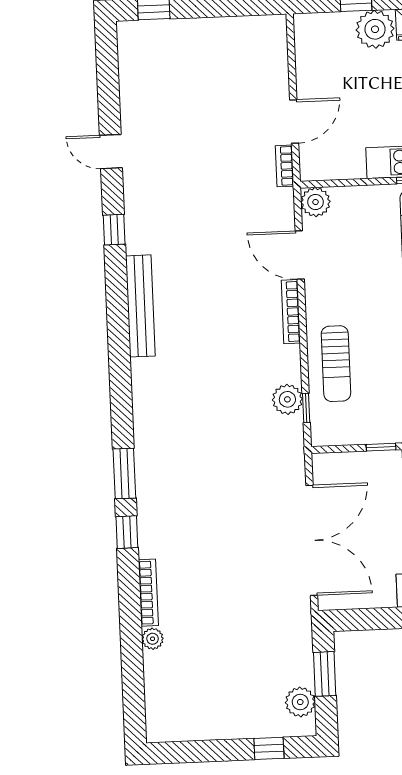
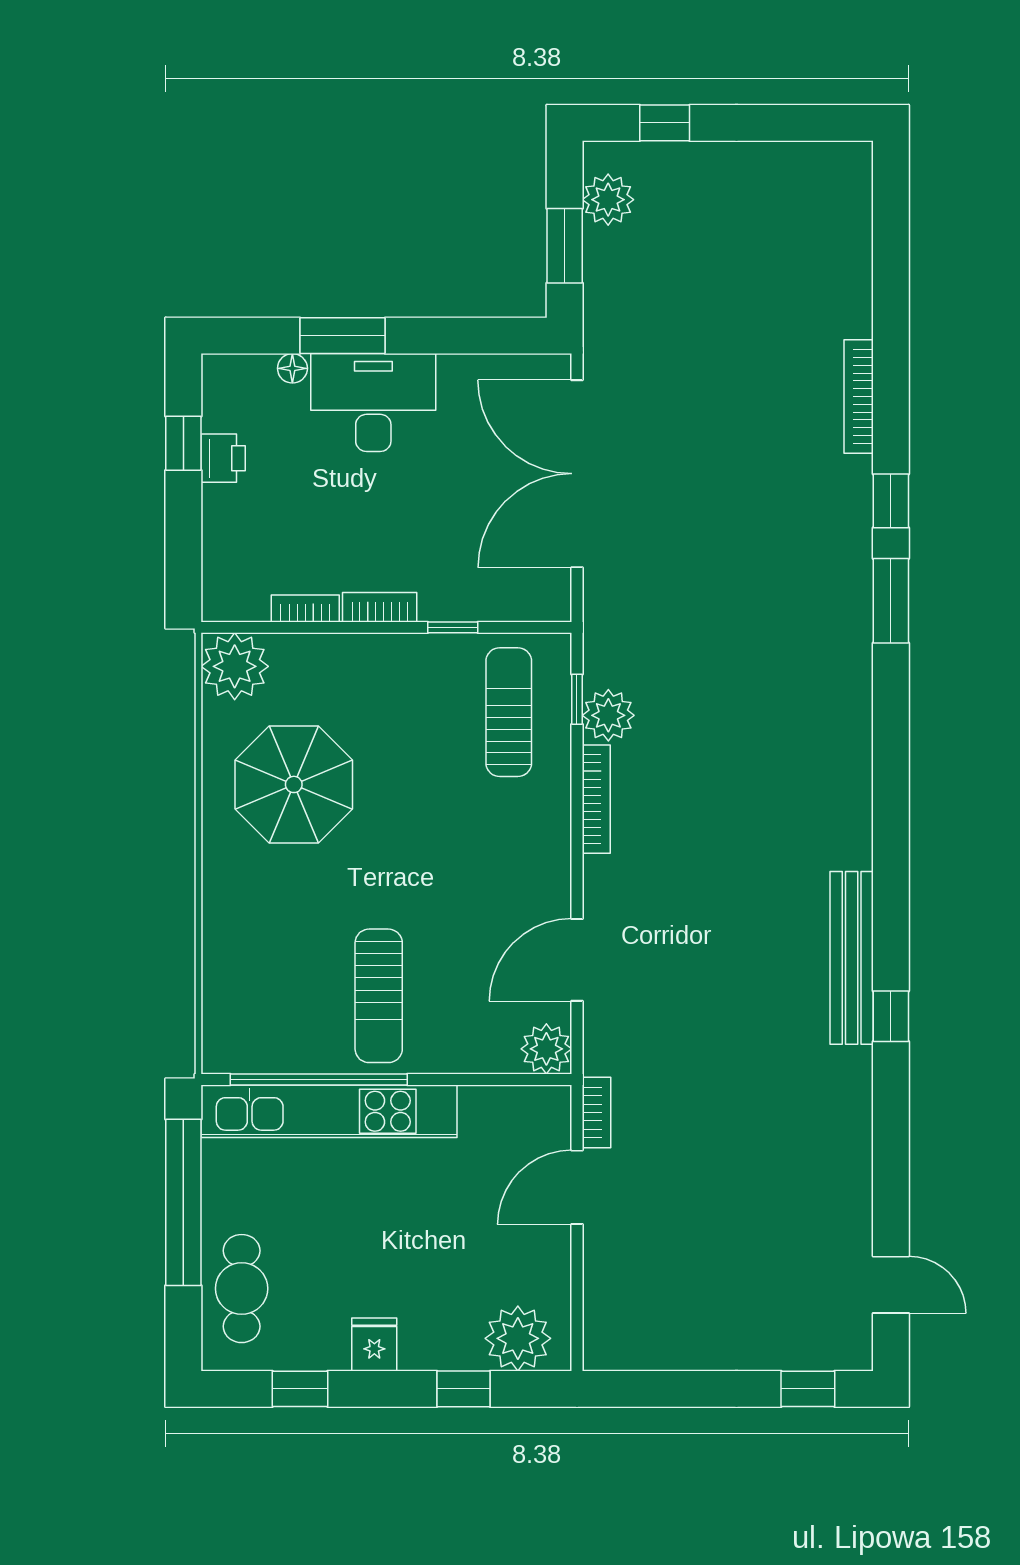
plant: (375, 29) -> (518, 1338), moved
door: (111, 152) -> (891, 1285), moved
door: (300, 255) -> (577, 960), swing flipped
bench: (140, 306) -> (852, 958), moved
bookcase: (291, 312) -> (596, 799), moved
sun lounger: (336, 364) -> (509, 712), moved
plant: (153, 639) -> (855, 318), removed

